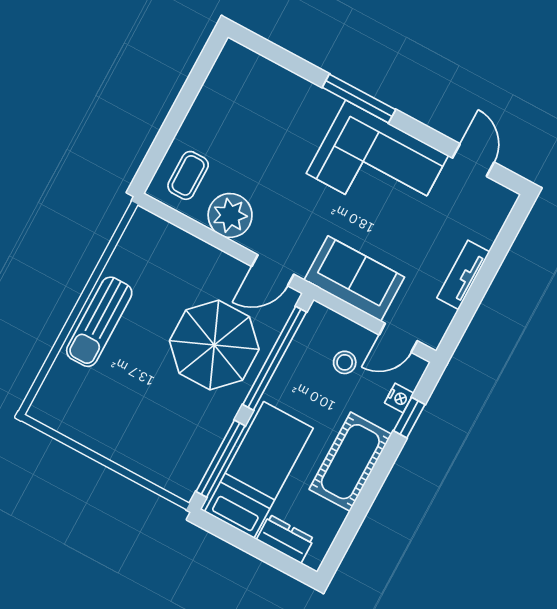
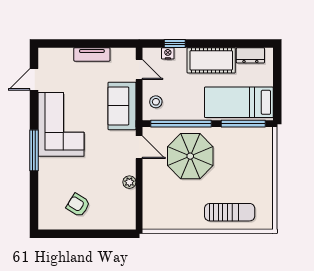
armchair: (233, 122) -> (78, 205), added
coffee table: (188, 175) -> (115, 213), removed
plant: (230, 215) -> (129, 182), width x0.53, depth x0.53
sun lounger: (99, 322) -> (230, 212), moved
stool: (345, 362) -> (156, 102), moved
dresser: (285, 539) -> (250, 55), moved, turned -90

